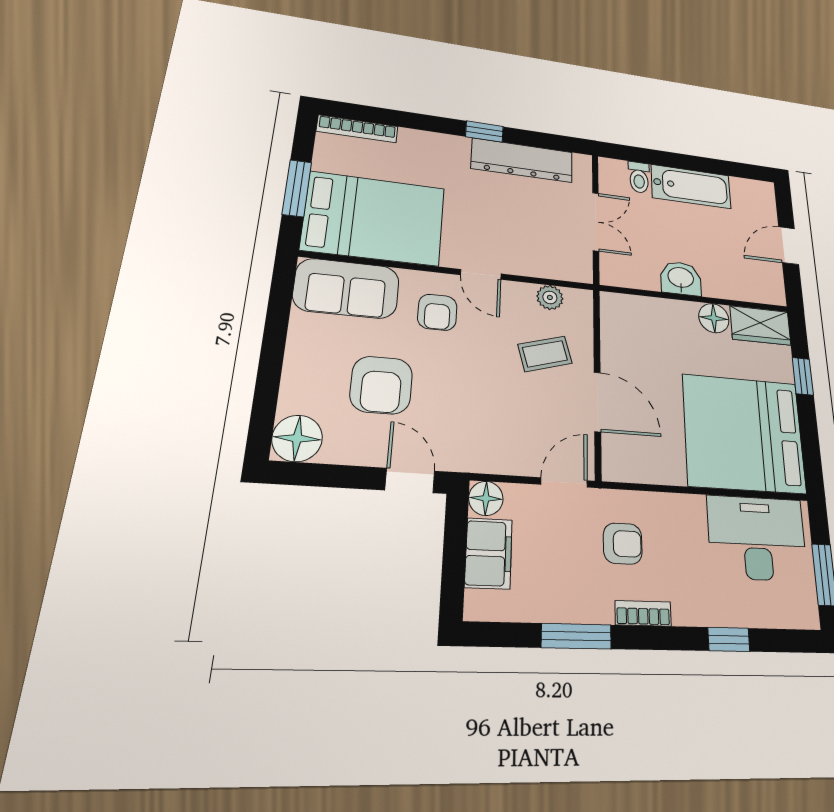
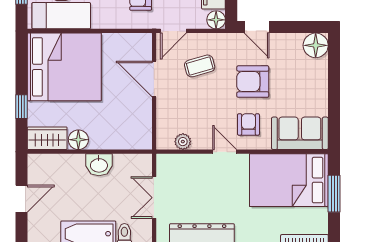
coffee table: (545, 354) -> (200, 66), moved
armchair: (381, 385) -> (253, 82), moved, turned -90

